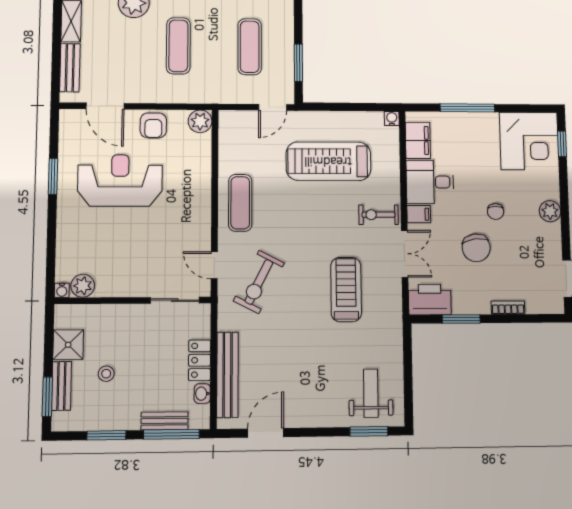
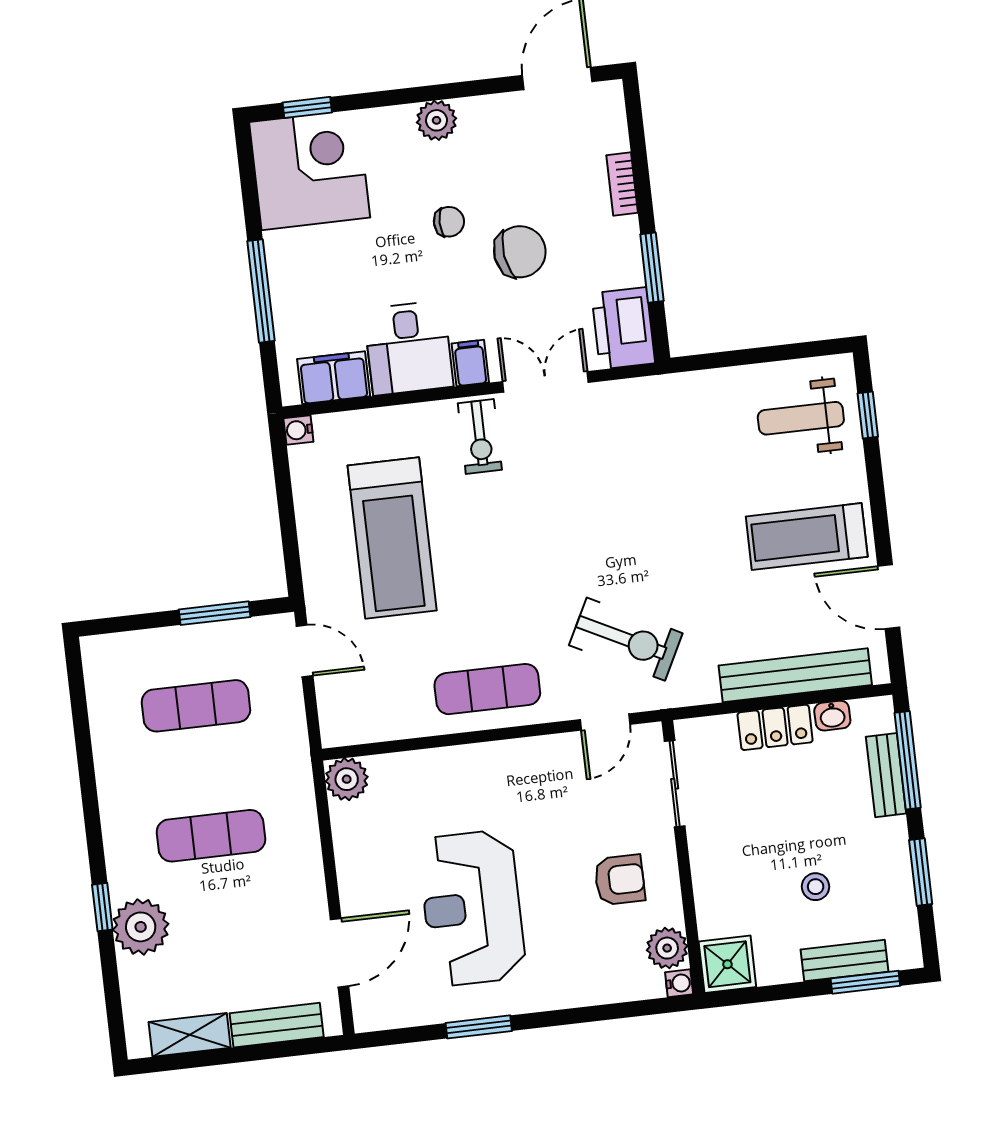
armchair: (153, 125) -> (620, 880), moved
treadmill: (346, 289) -> (807, 537), moved
shower: (68, 345) -> (727, 964), moved
window: (369, 431) -> (868, 415), width x0.67

